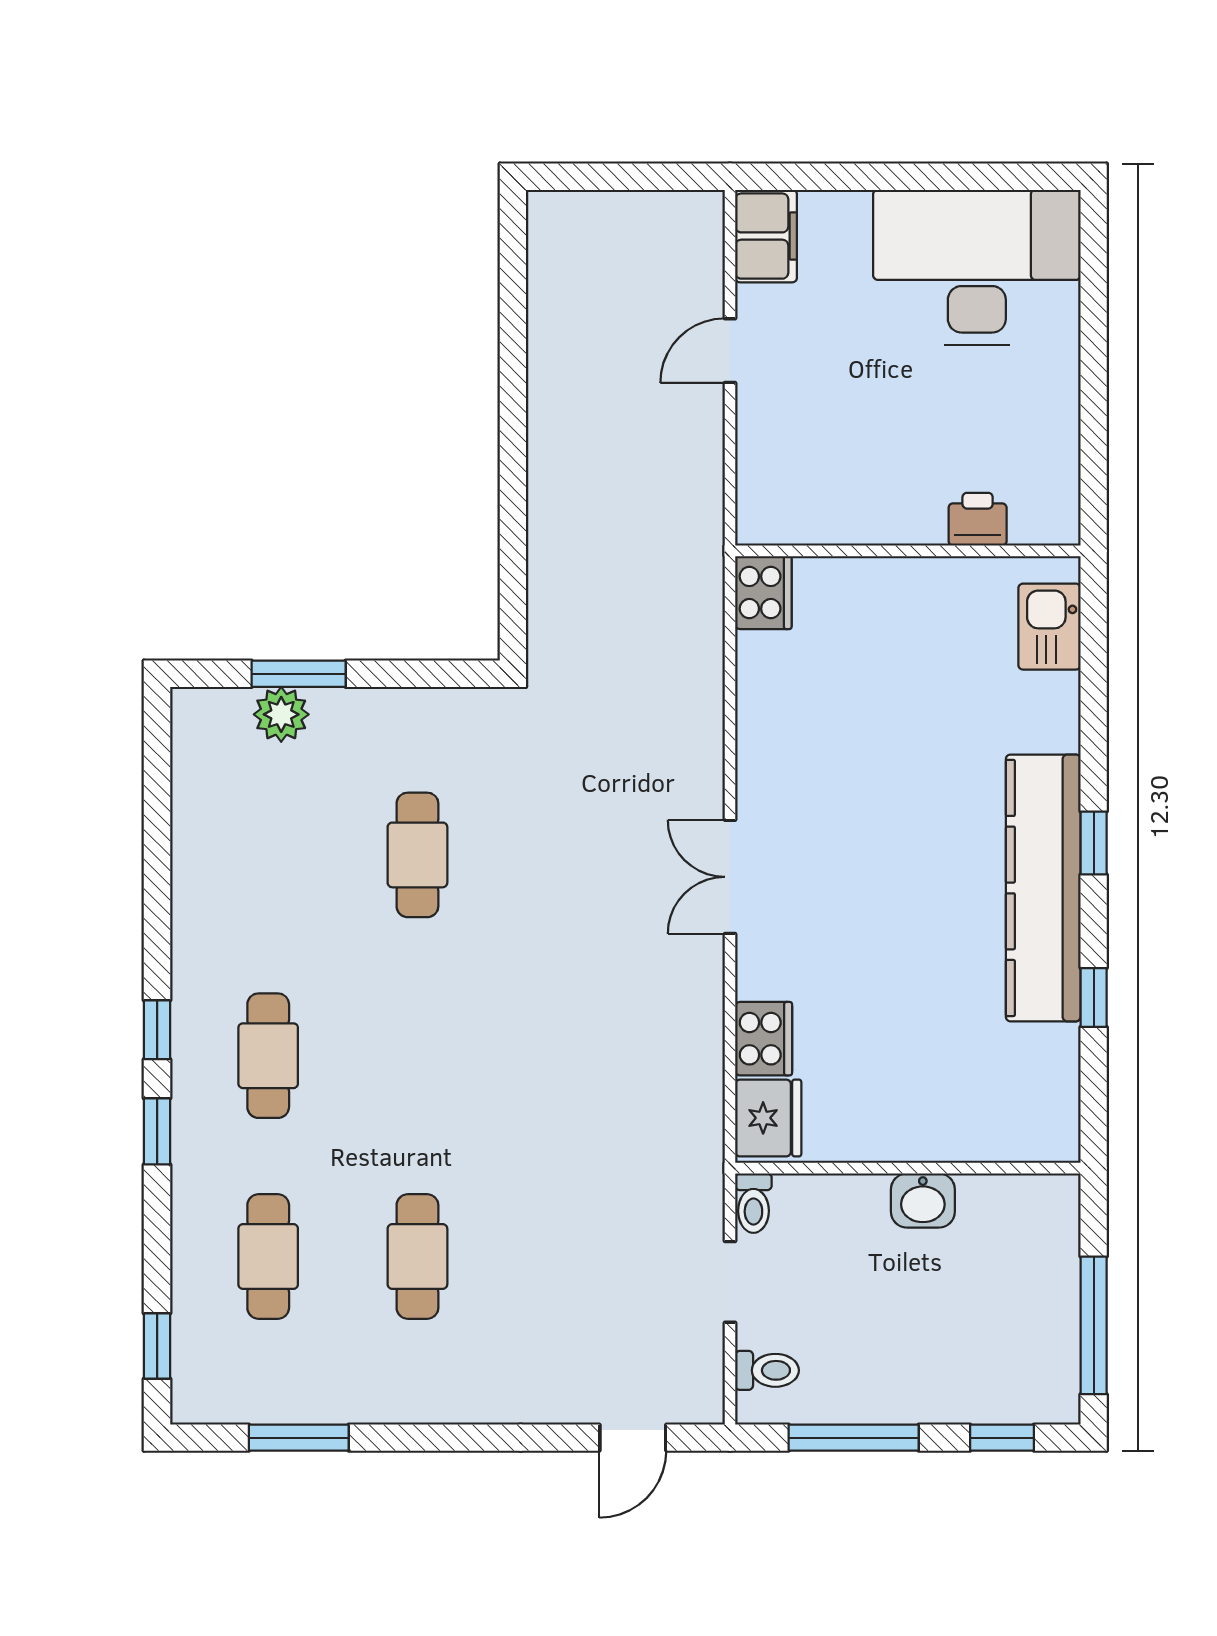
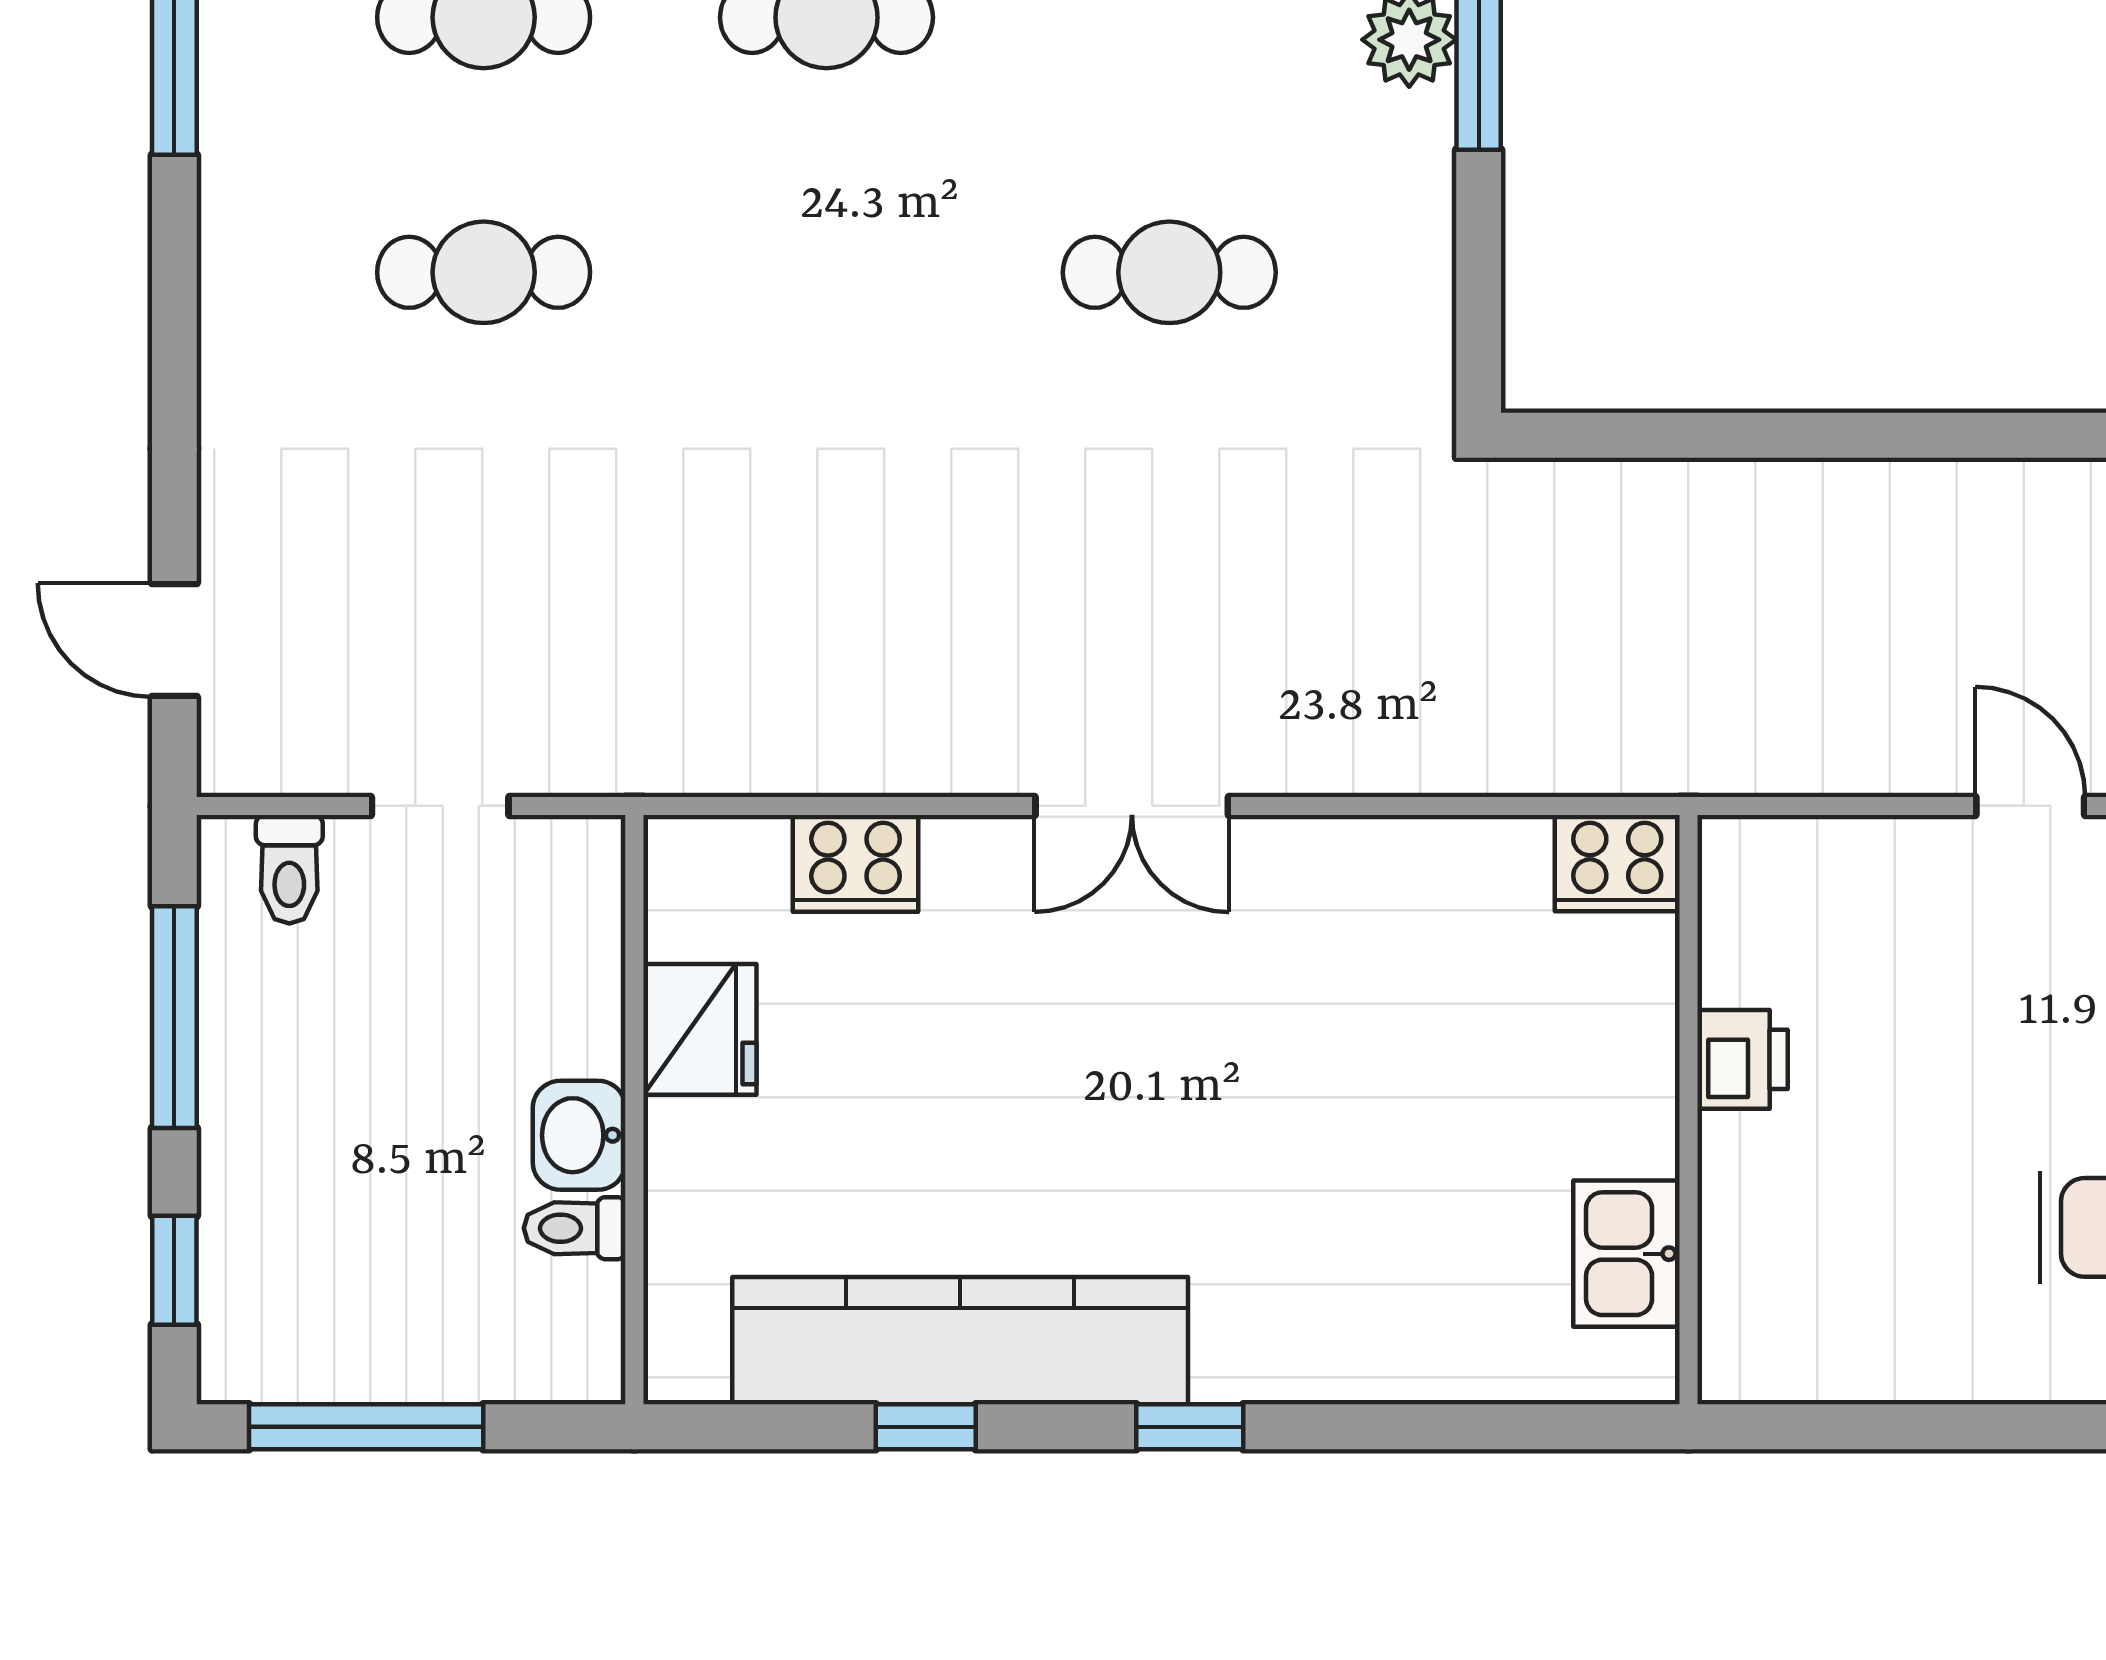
printer: (978, 519) -> (1743, 1059), moved
kitchen sink: (1049, 627) -> (1626, 1254), moved, turned -90
double door: (730, 877) -> (1132, 806), swing flipped
kitchen counter: (1043, 888) -> (960, 1341), moved
fridge: (768, 1118) -> (700, 1029), moved, turned -90
toilet: (753, 1203) -> (575, 1228), moved

